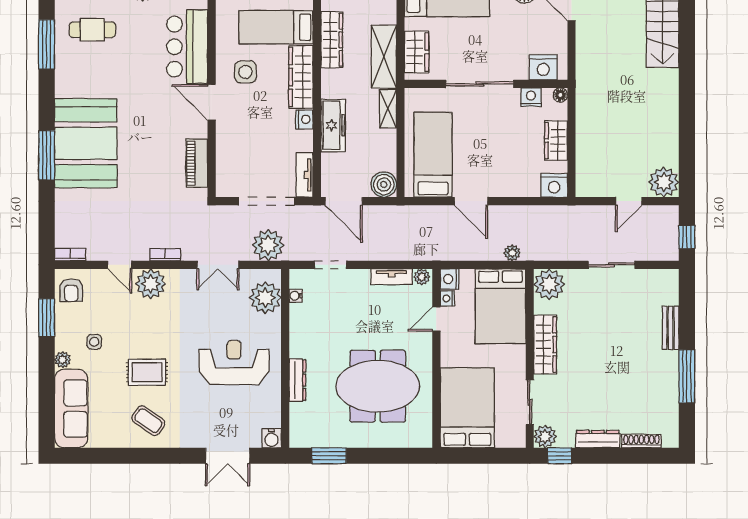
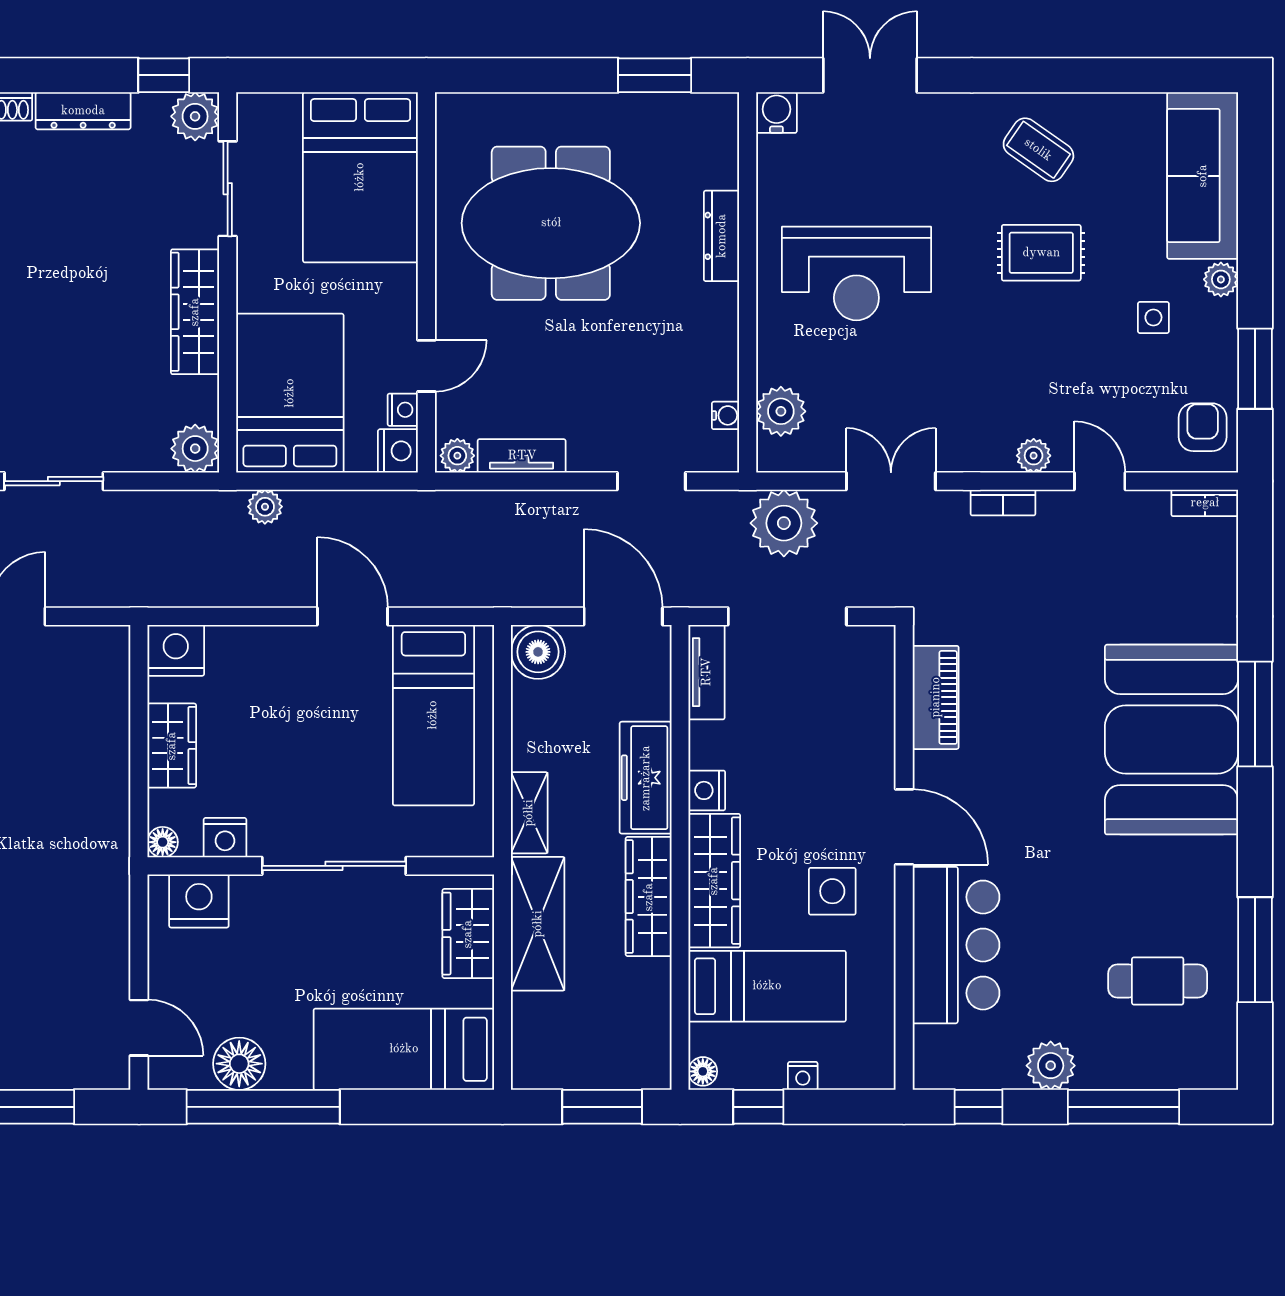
wardrobe: (332, 40) -> (649, 897), moved
plant: (151, 284) -> (1034, 456), width x0.53, depth x0.53
plant: (549, 284) -> (195, 449), width x0.73, depth x0.73
plant: (265, 298) -> (781, 411), width x0.73, depth x0.73

